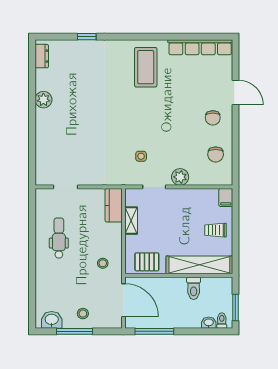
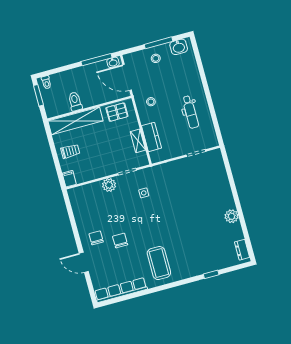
chair: (216, 154) -> (120, 241), moved
kitchen counter: (114, 205) -> (151, 137), moved
washbasin: (209, 323) -> (113, 62), moved

